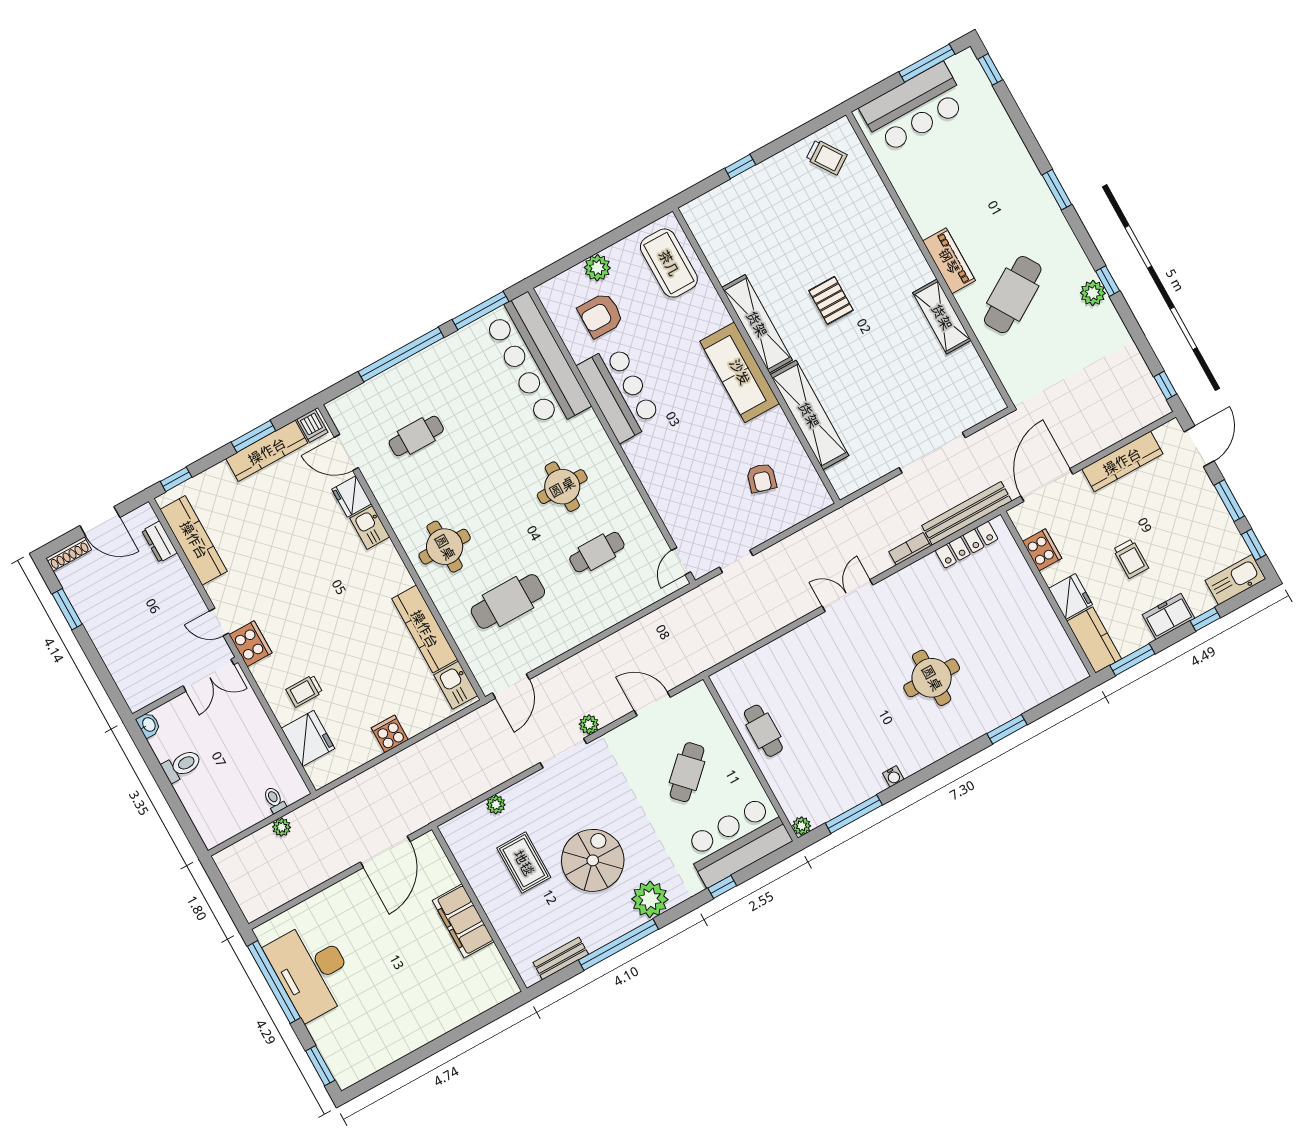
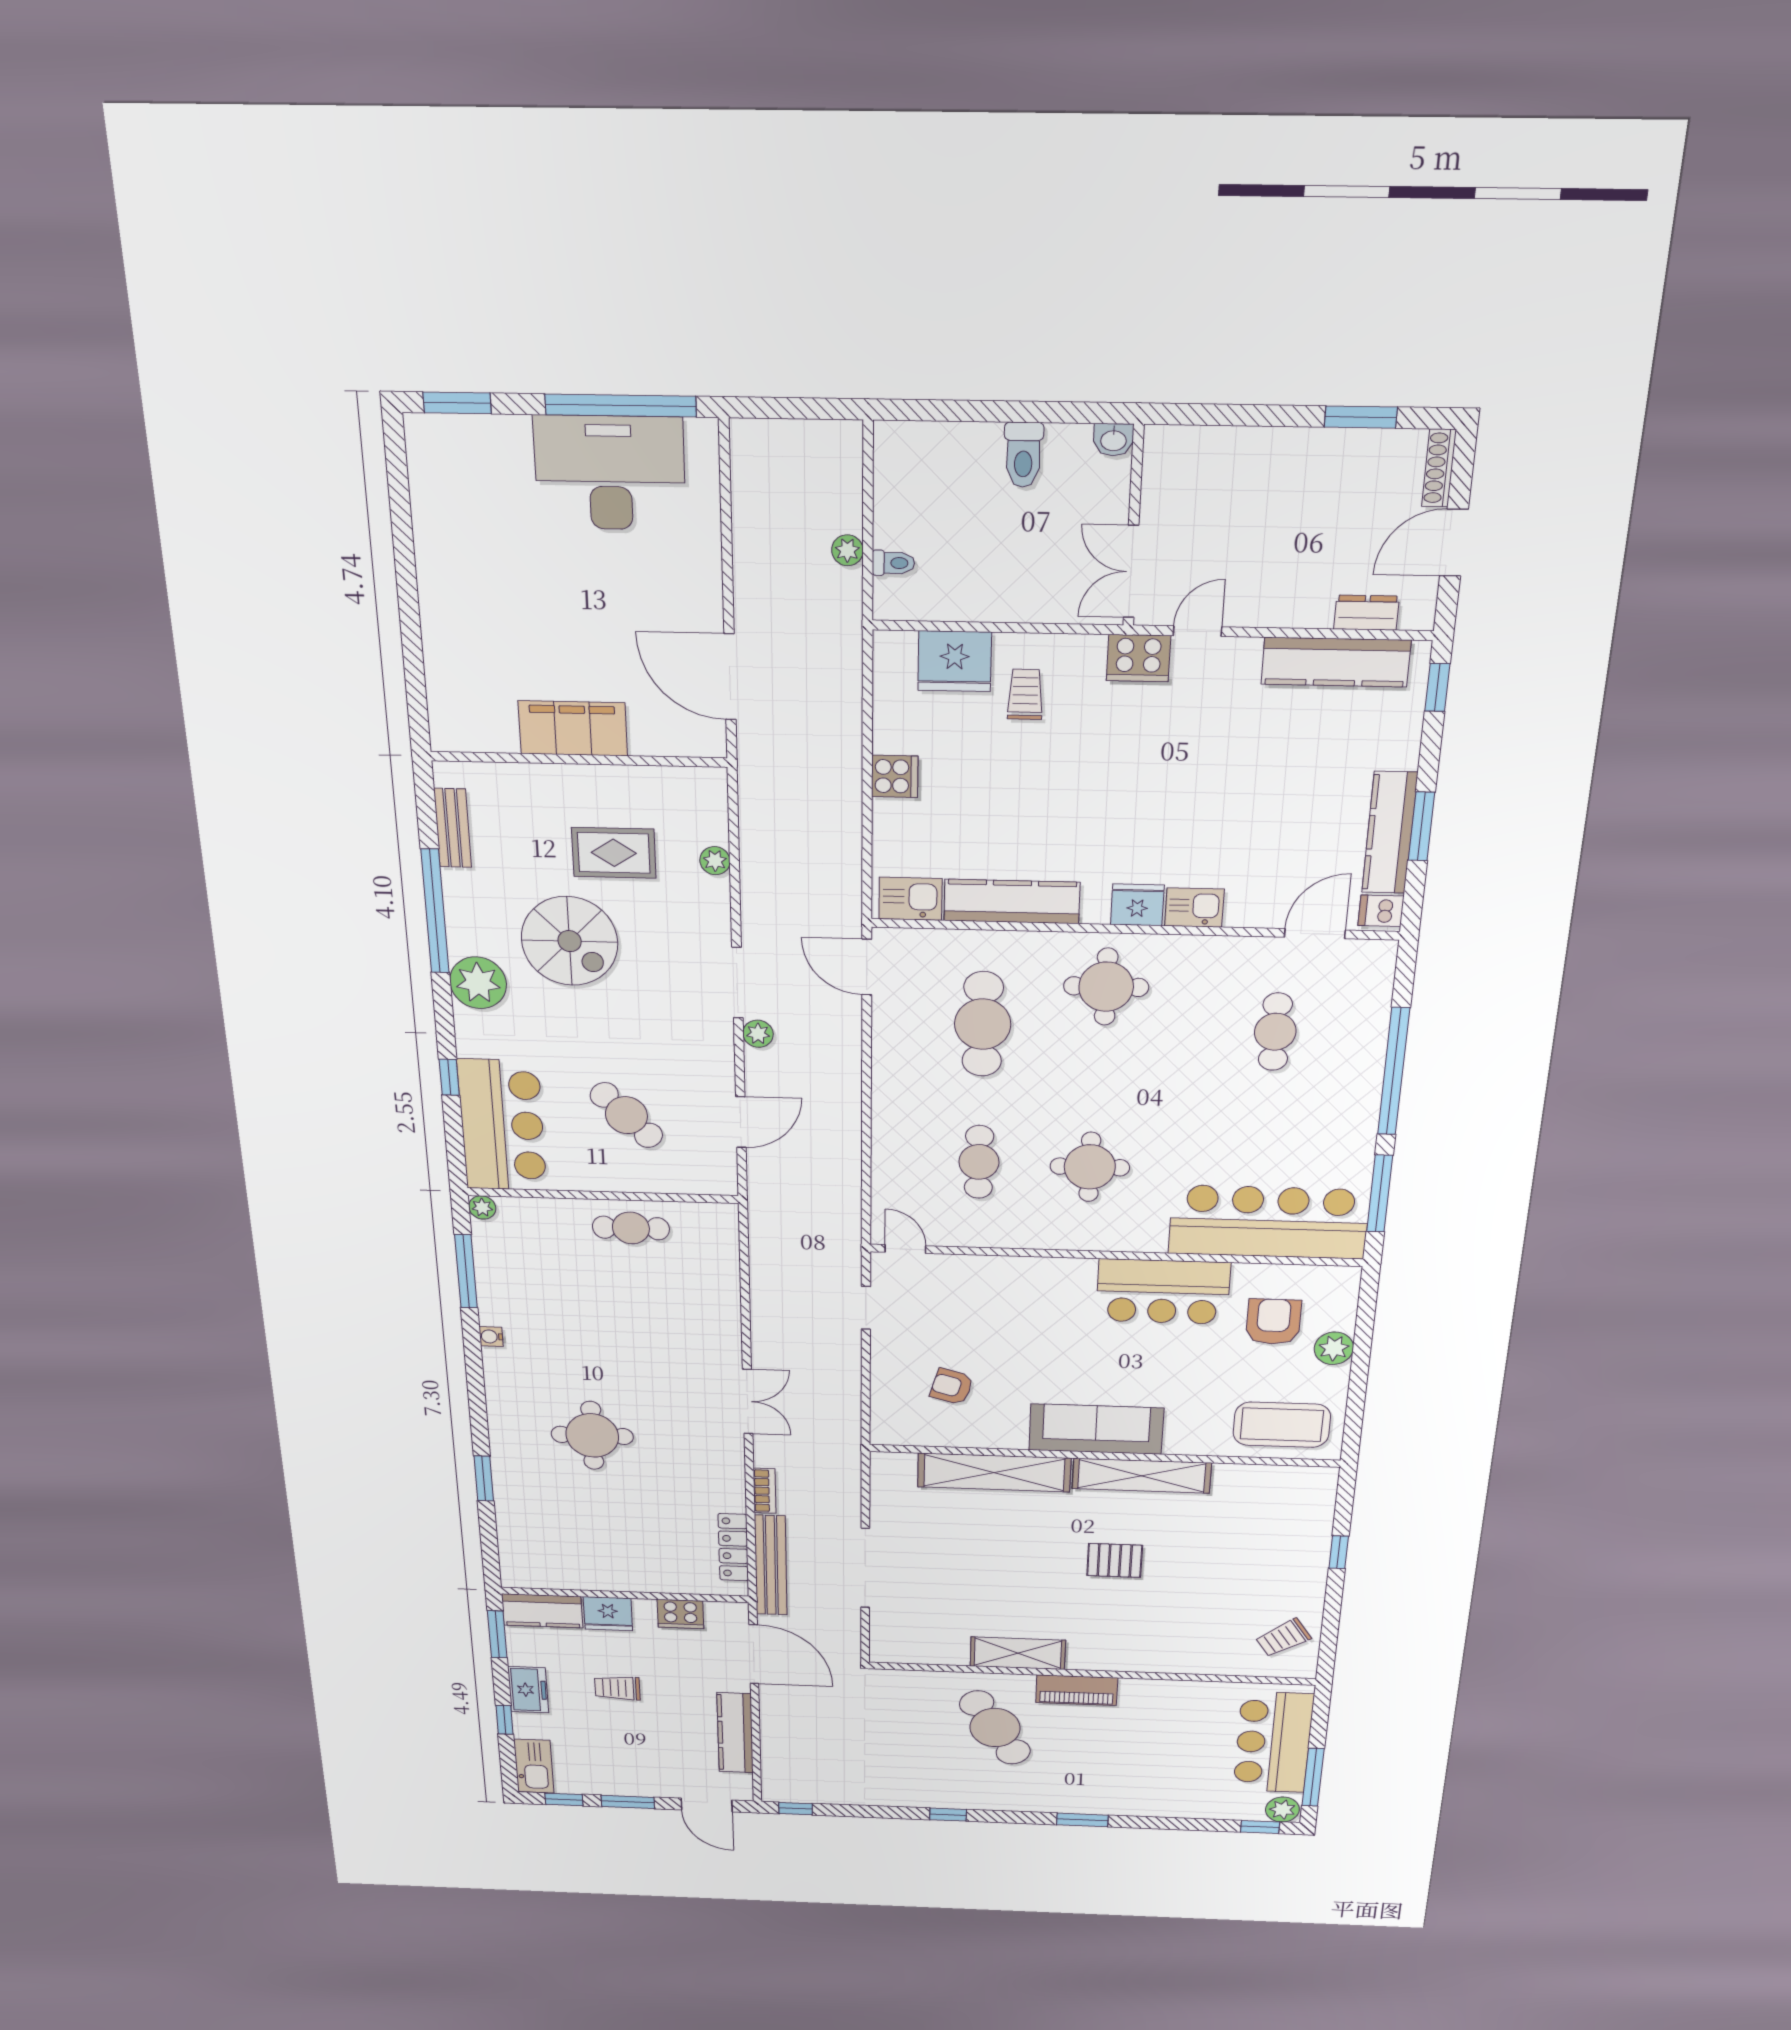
plant: (1093, 293) -> (1282, 1810), moved
fridge: (352, 497) -> (1137, 905), moved

